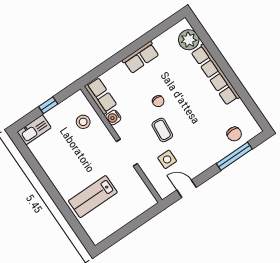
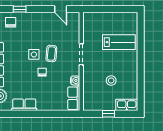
row of seats: (141, 57) -> (24, 105), moved
stool: (83, 122) -> (111, 80), moved
window: (234, 156) -> (20, 9), width x0.46
side table: (167, 159) -> (34, 54), moved

